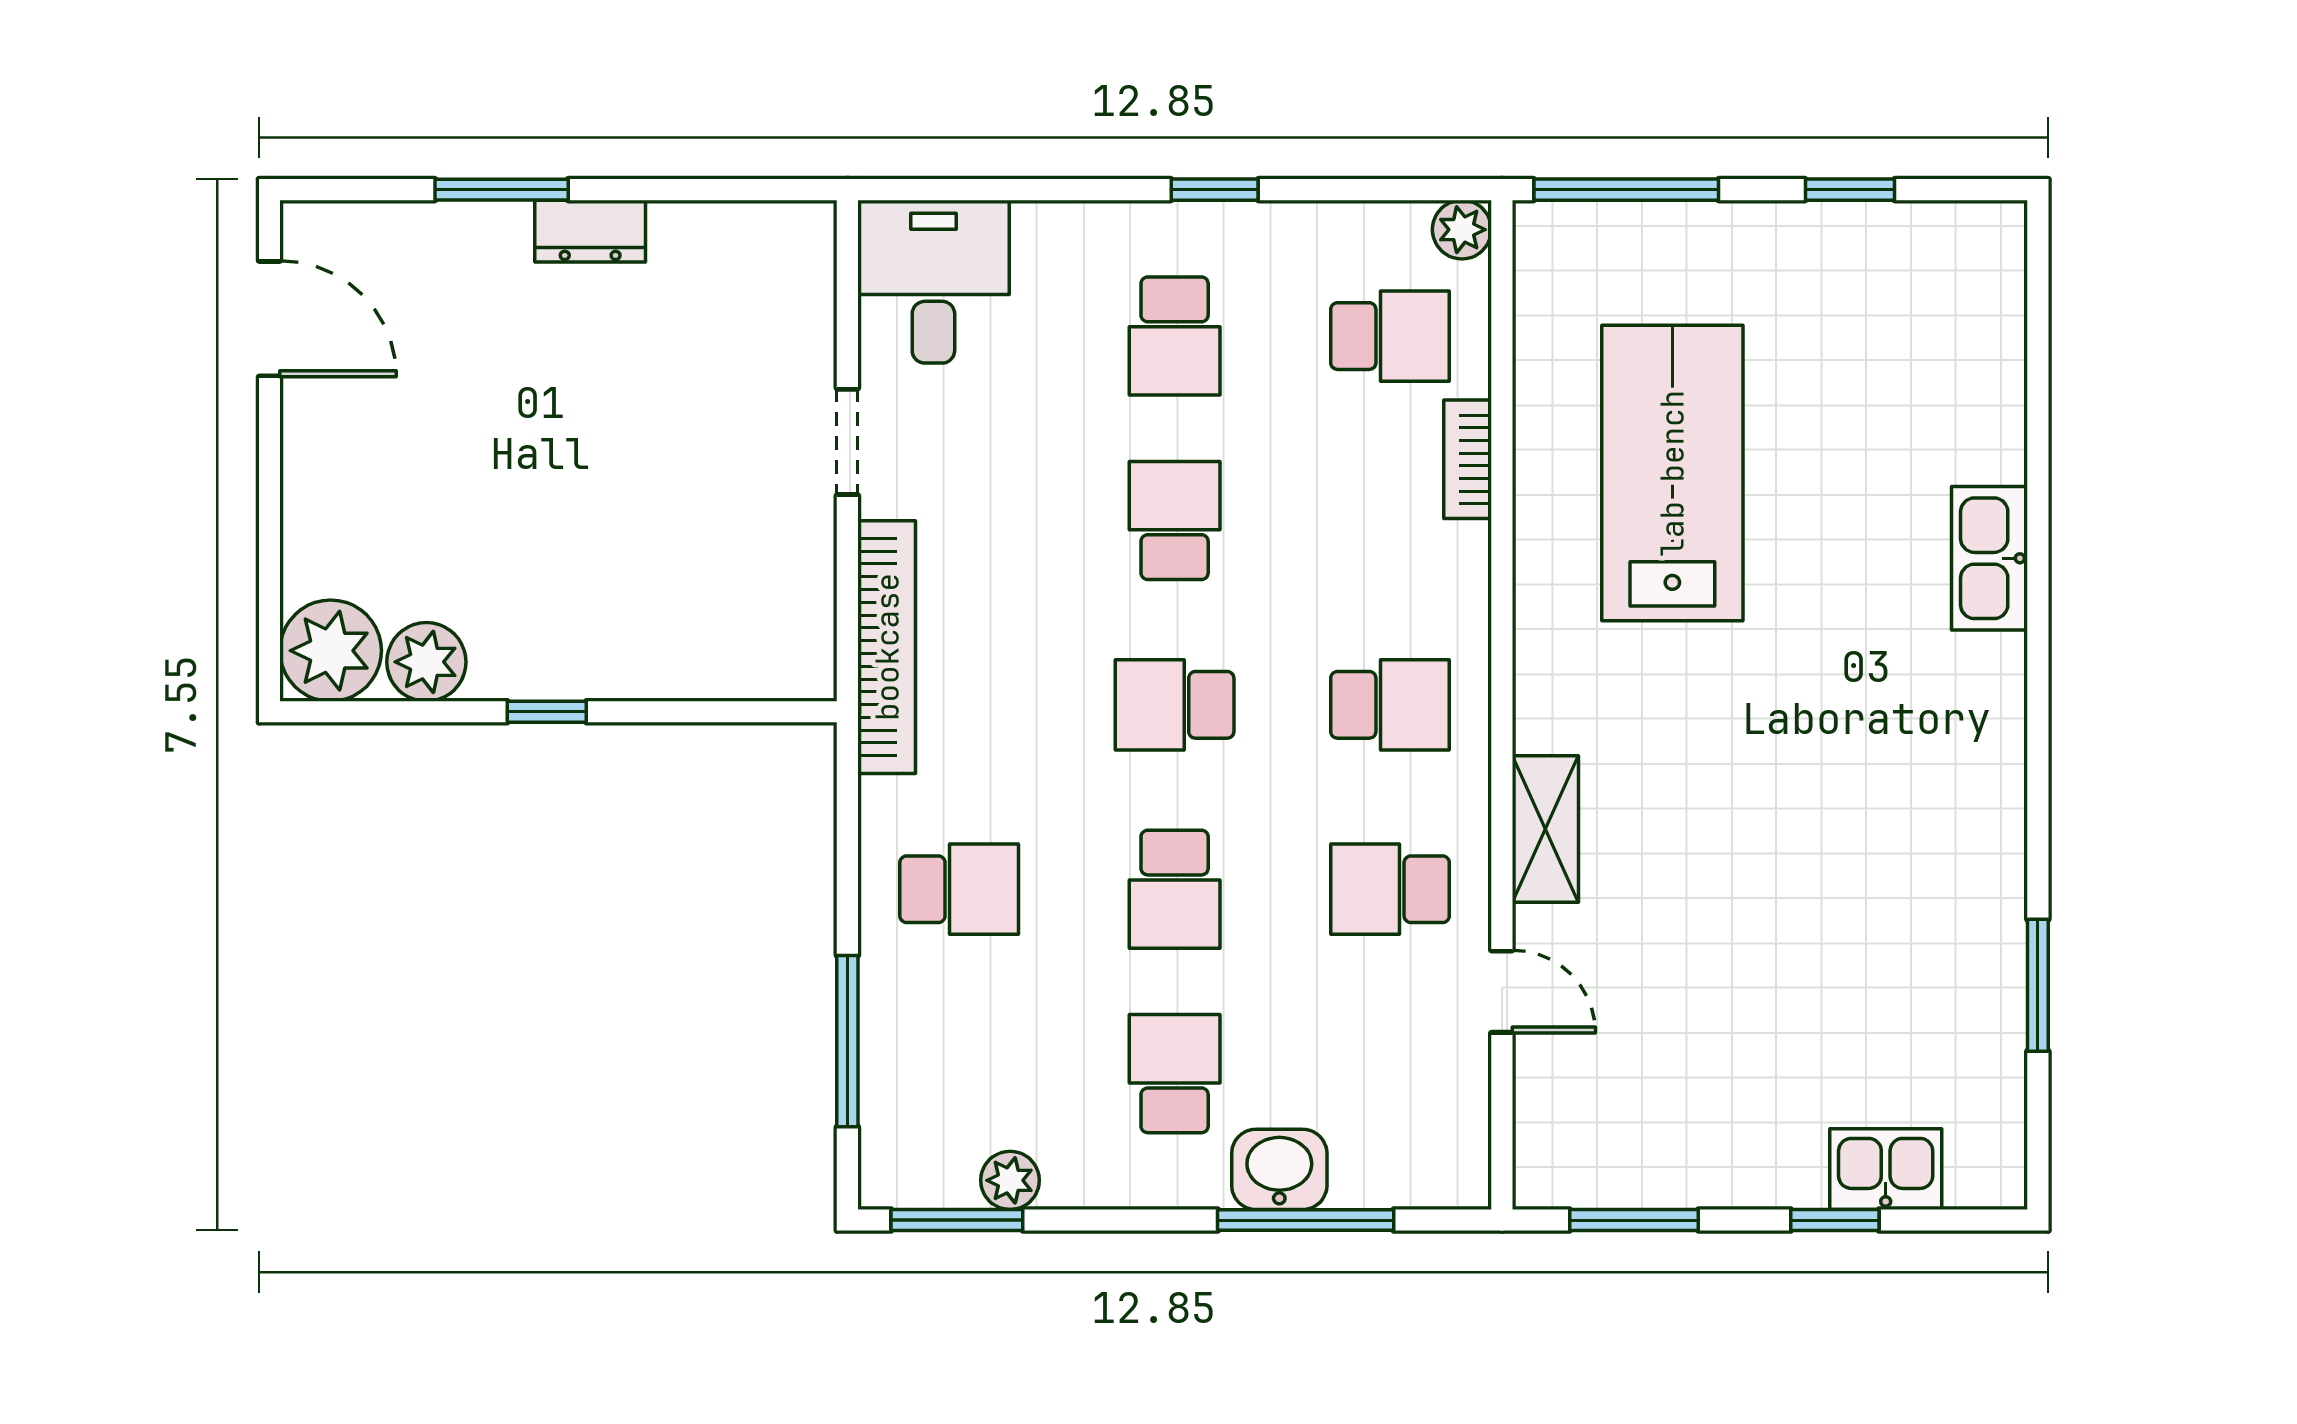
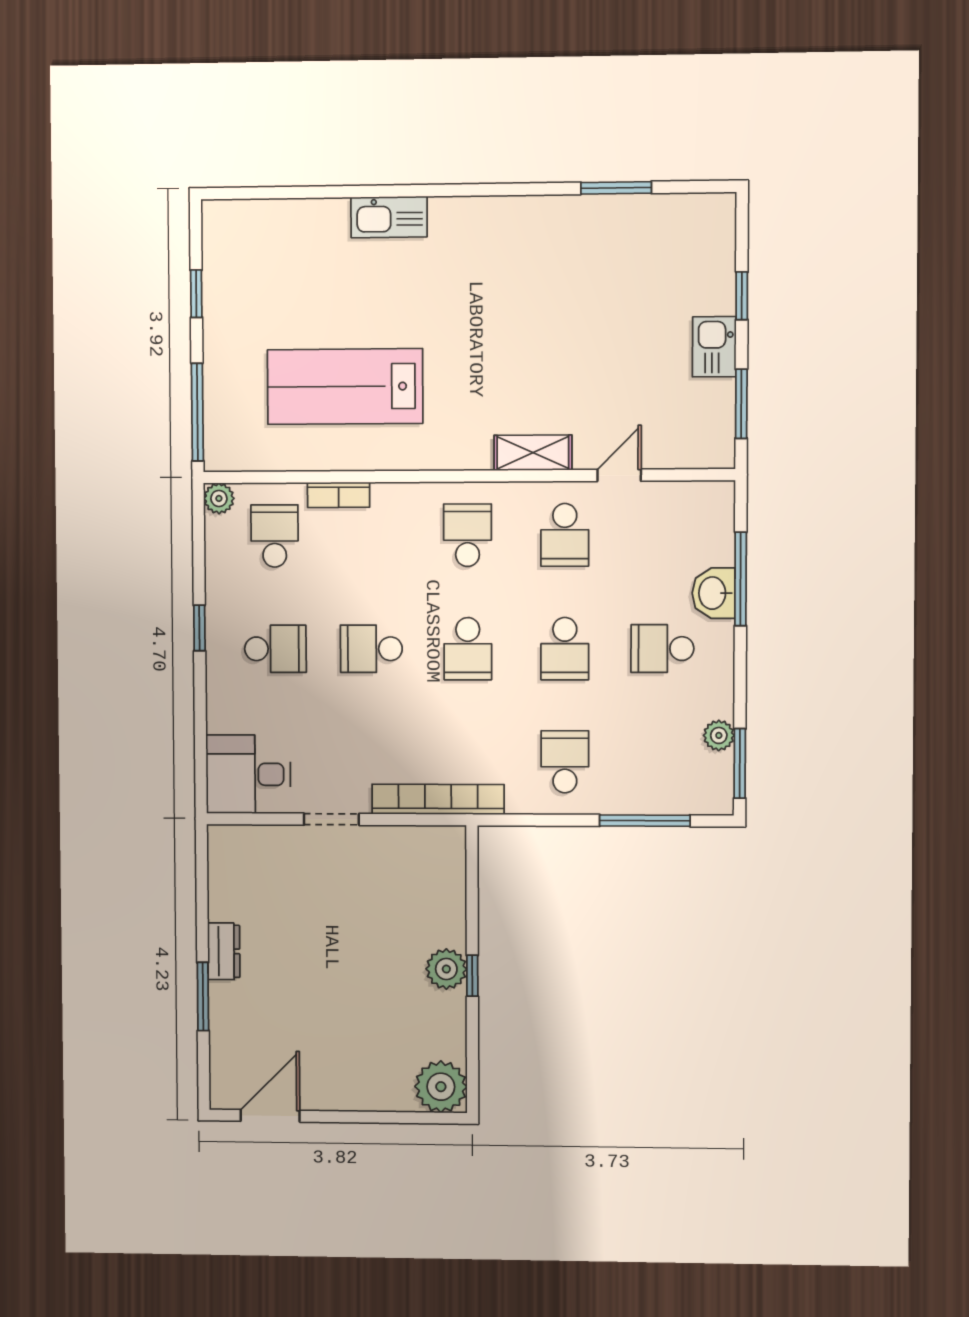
plant: (426, 662) -> (446, 969), moved
school desk: (1175, 889) -> (565, 649), turned 90
kitchen sink: (1886, 1169) -> (714, 347), moved

